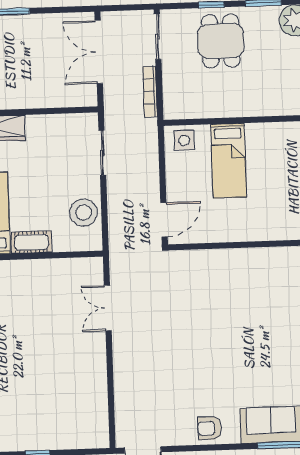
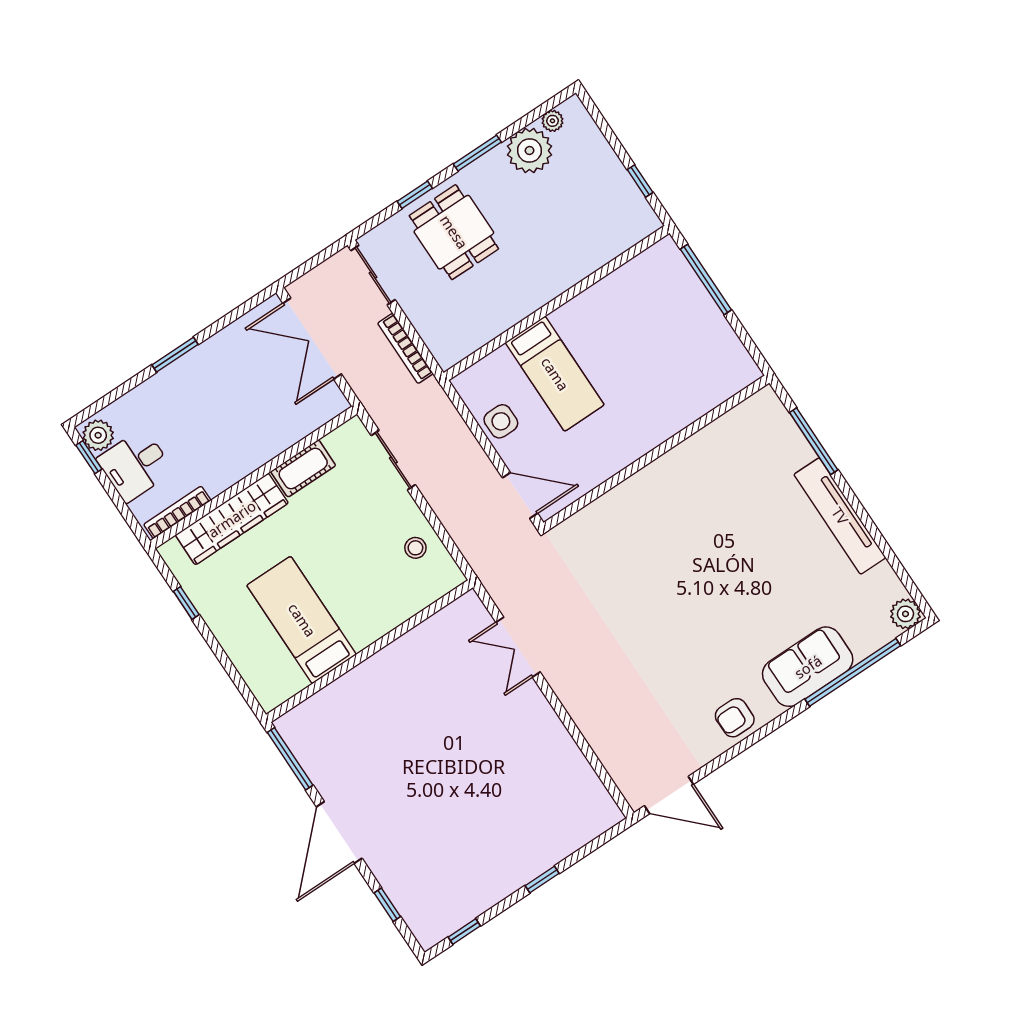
side table: (184, 140) -> (501, 421), moved
stool: (84, 213) -> (415, 548), width x0.53, depth x0.53
door: (164, 220) -> (520, 496), hinge flipped
cot: (31, 242) -> (303, 468), moved

